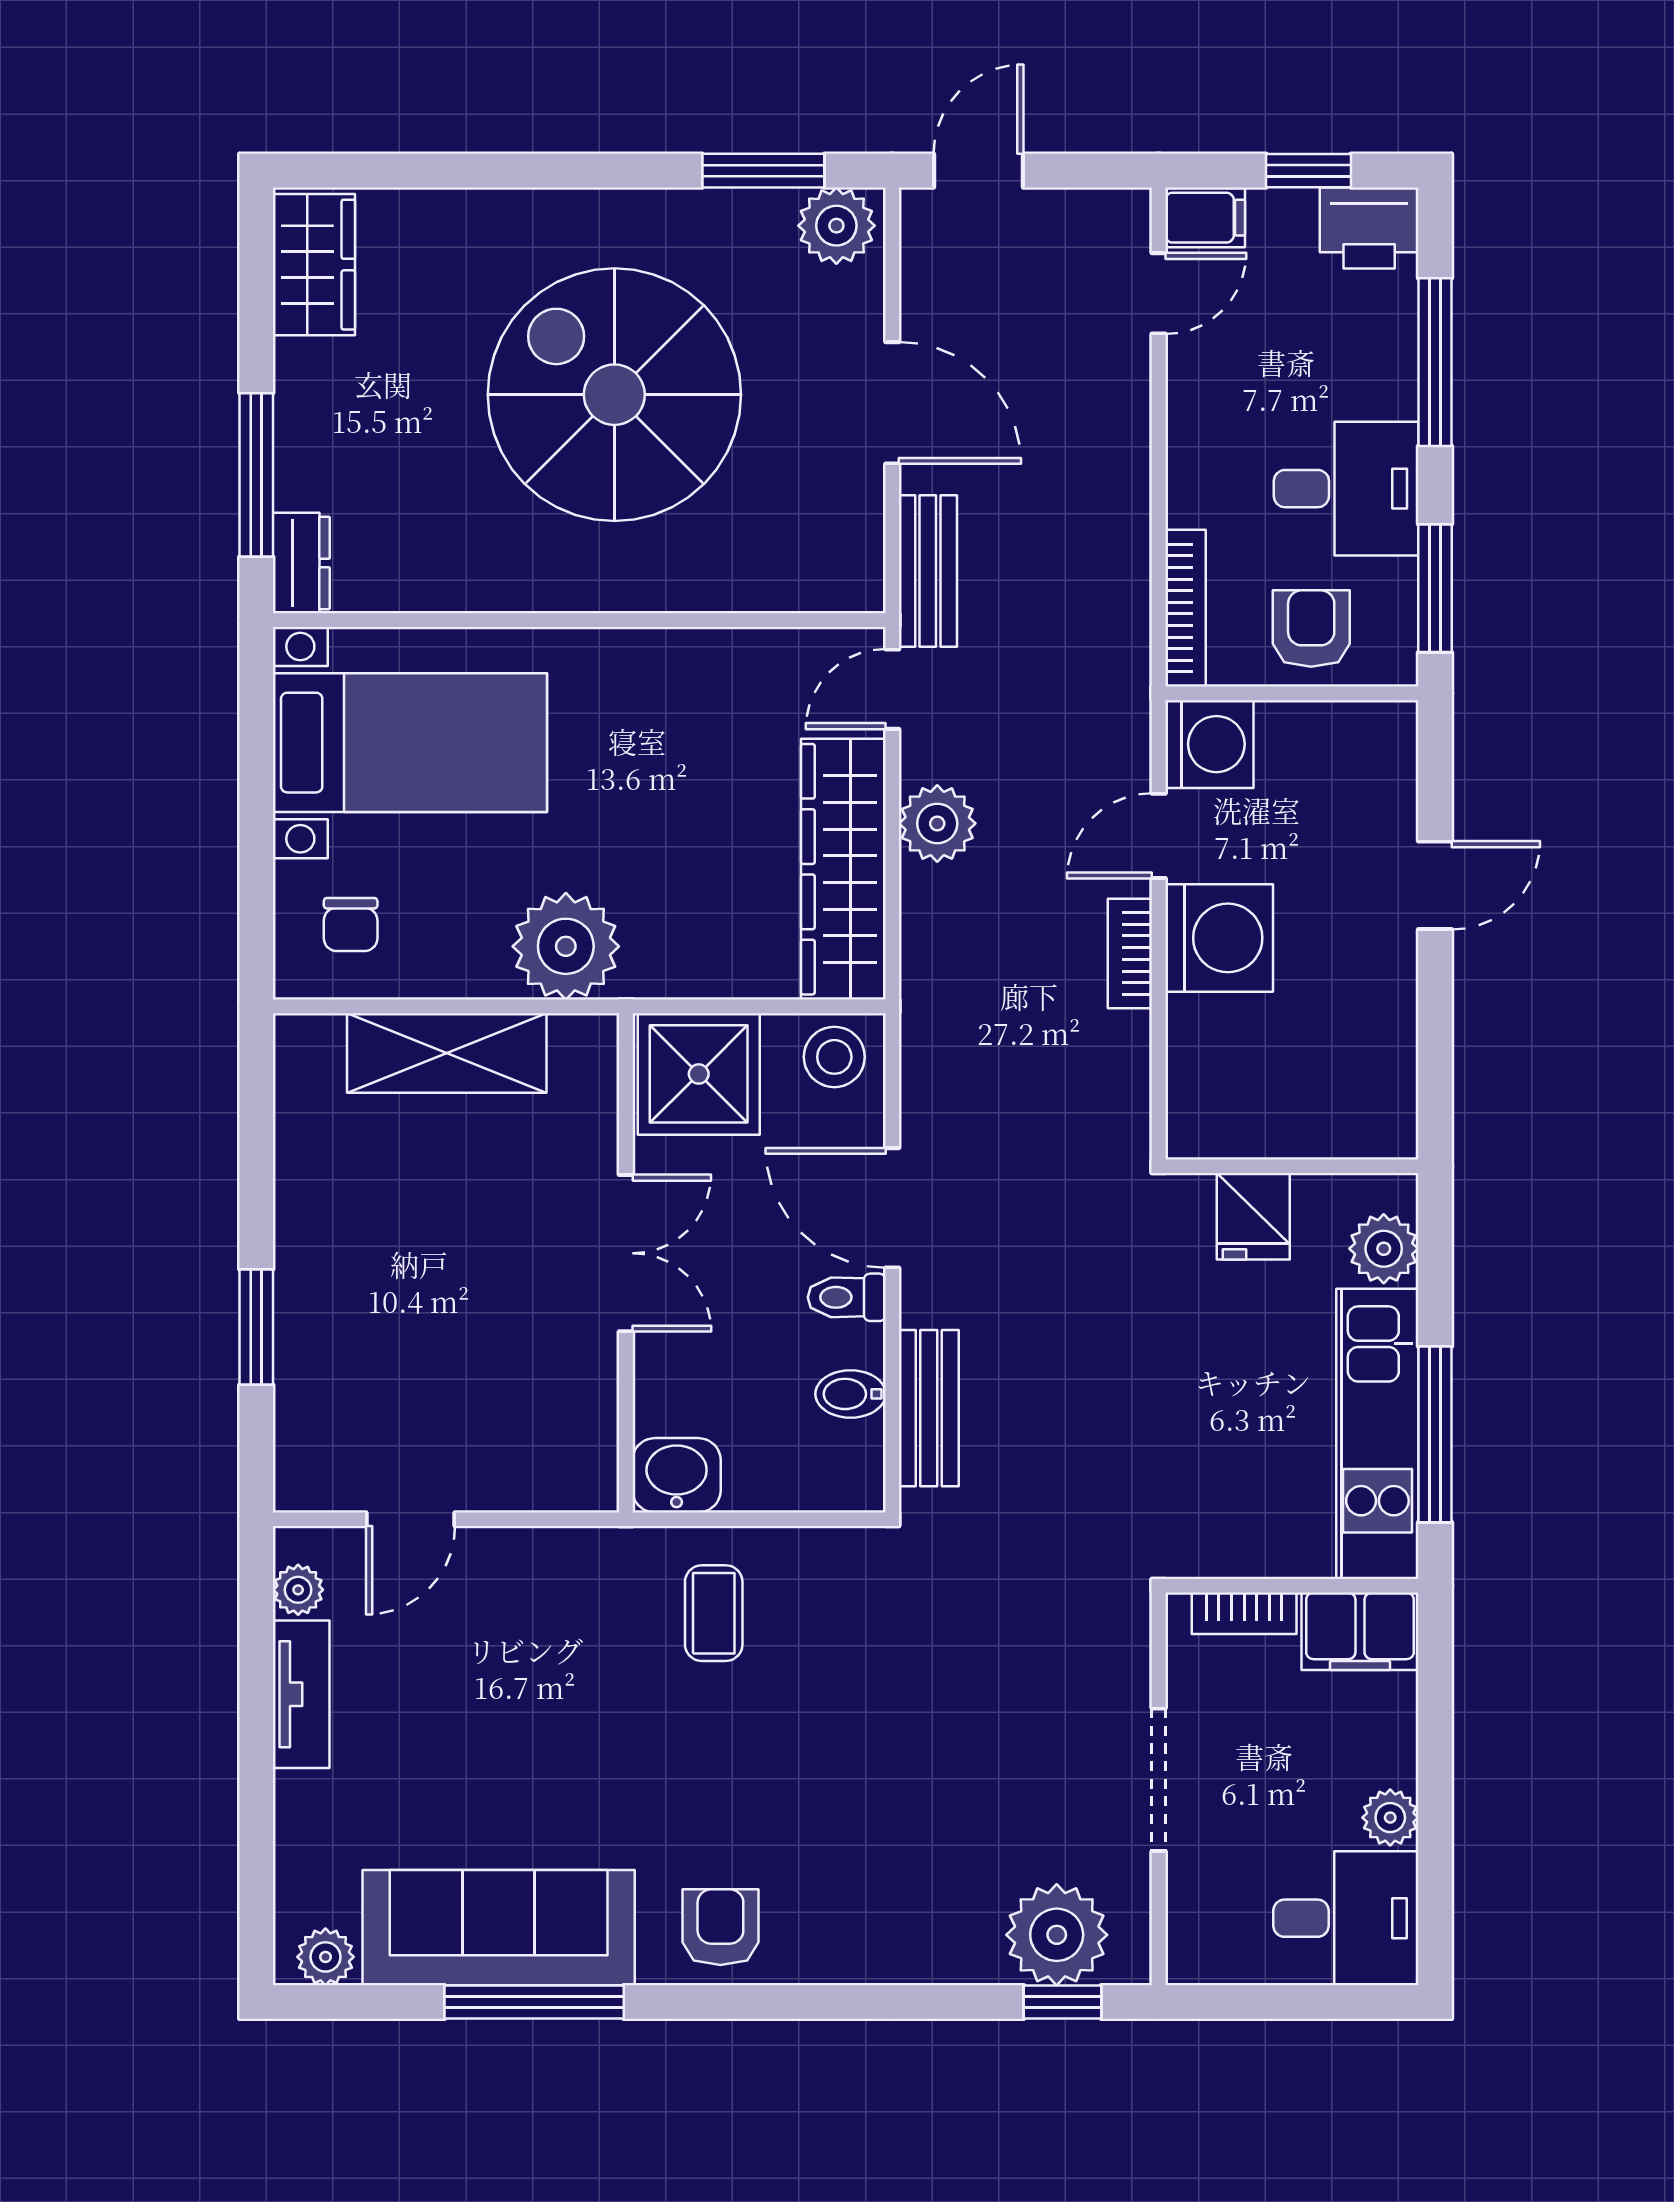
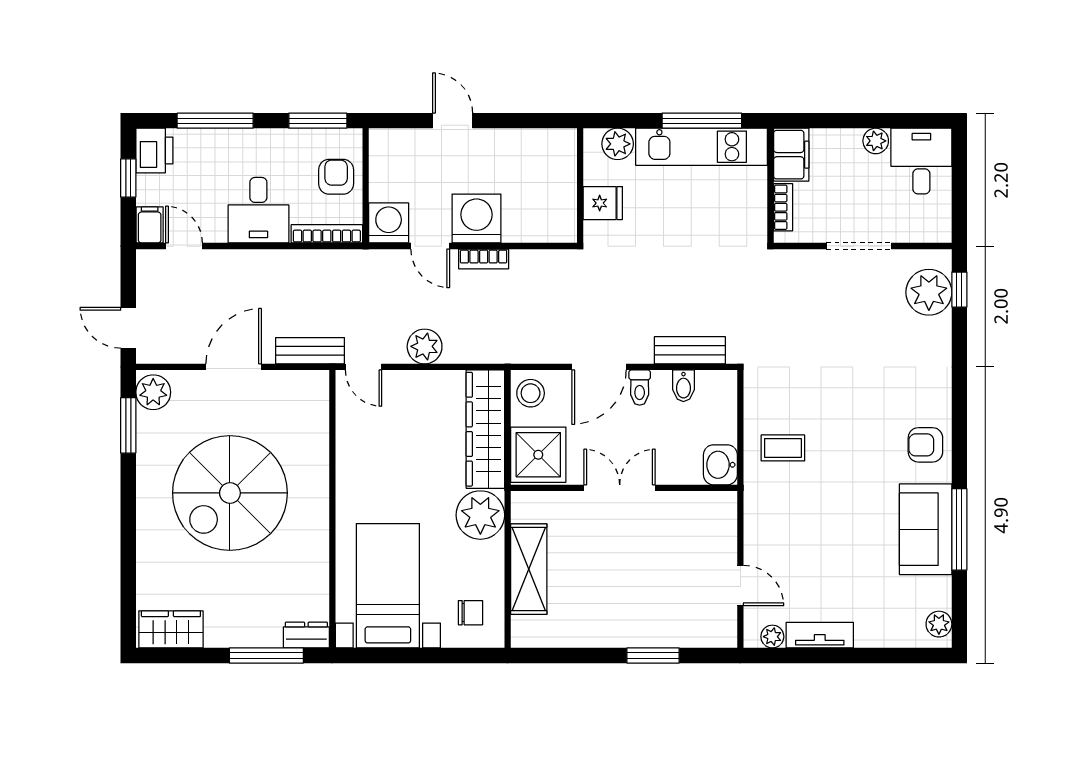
desk: (1346, 489) -> (258, 210), moved, turned 180
armchair: (1311, 629) -> (336, 177), turned 90
wardrobe: (843, 869) -> (485, 429), moved, turned 90
sofa: (499, 1928) -> (926, 529), width x0.73

